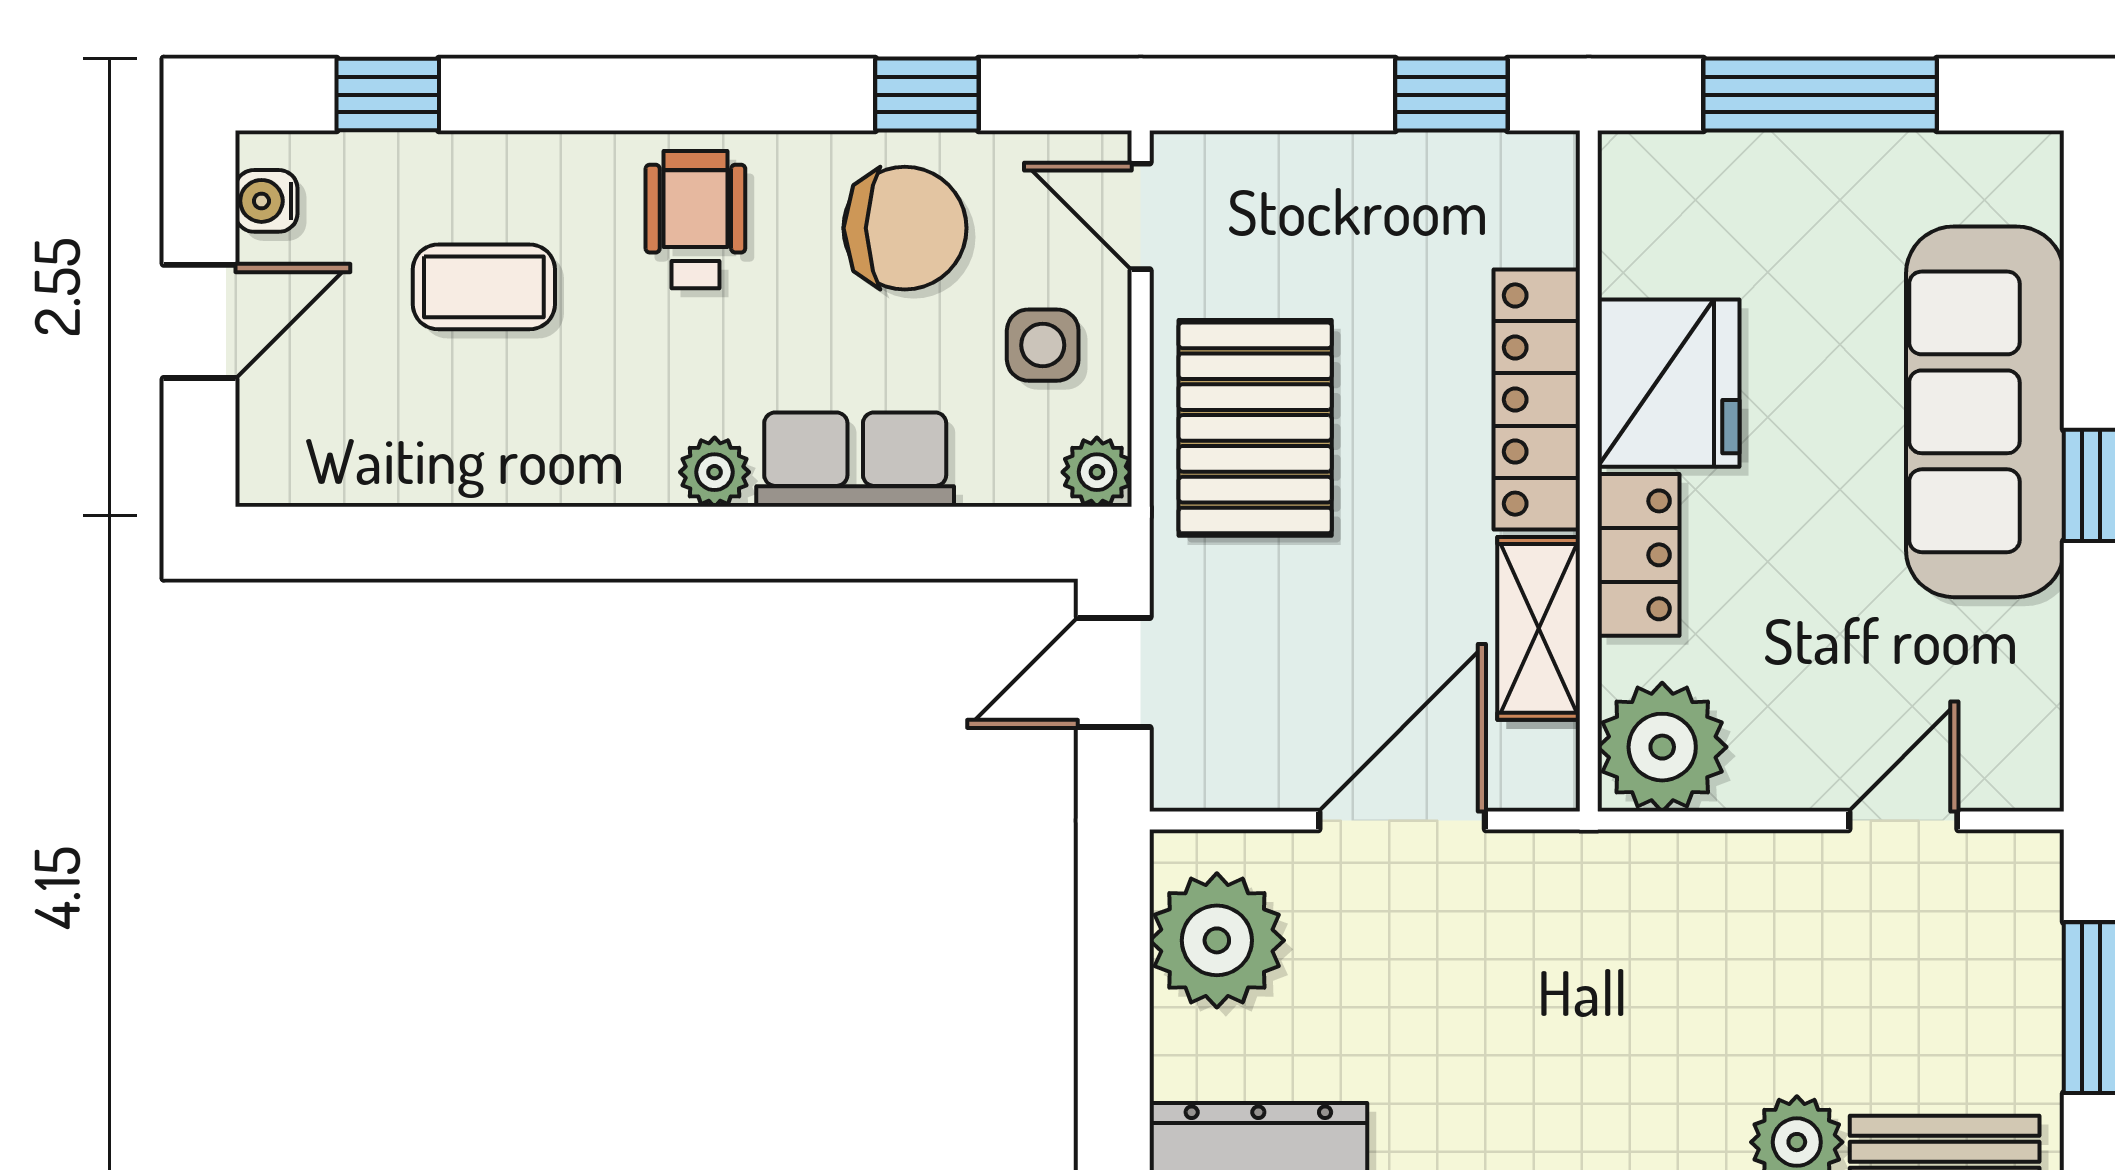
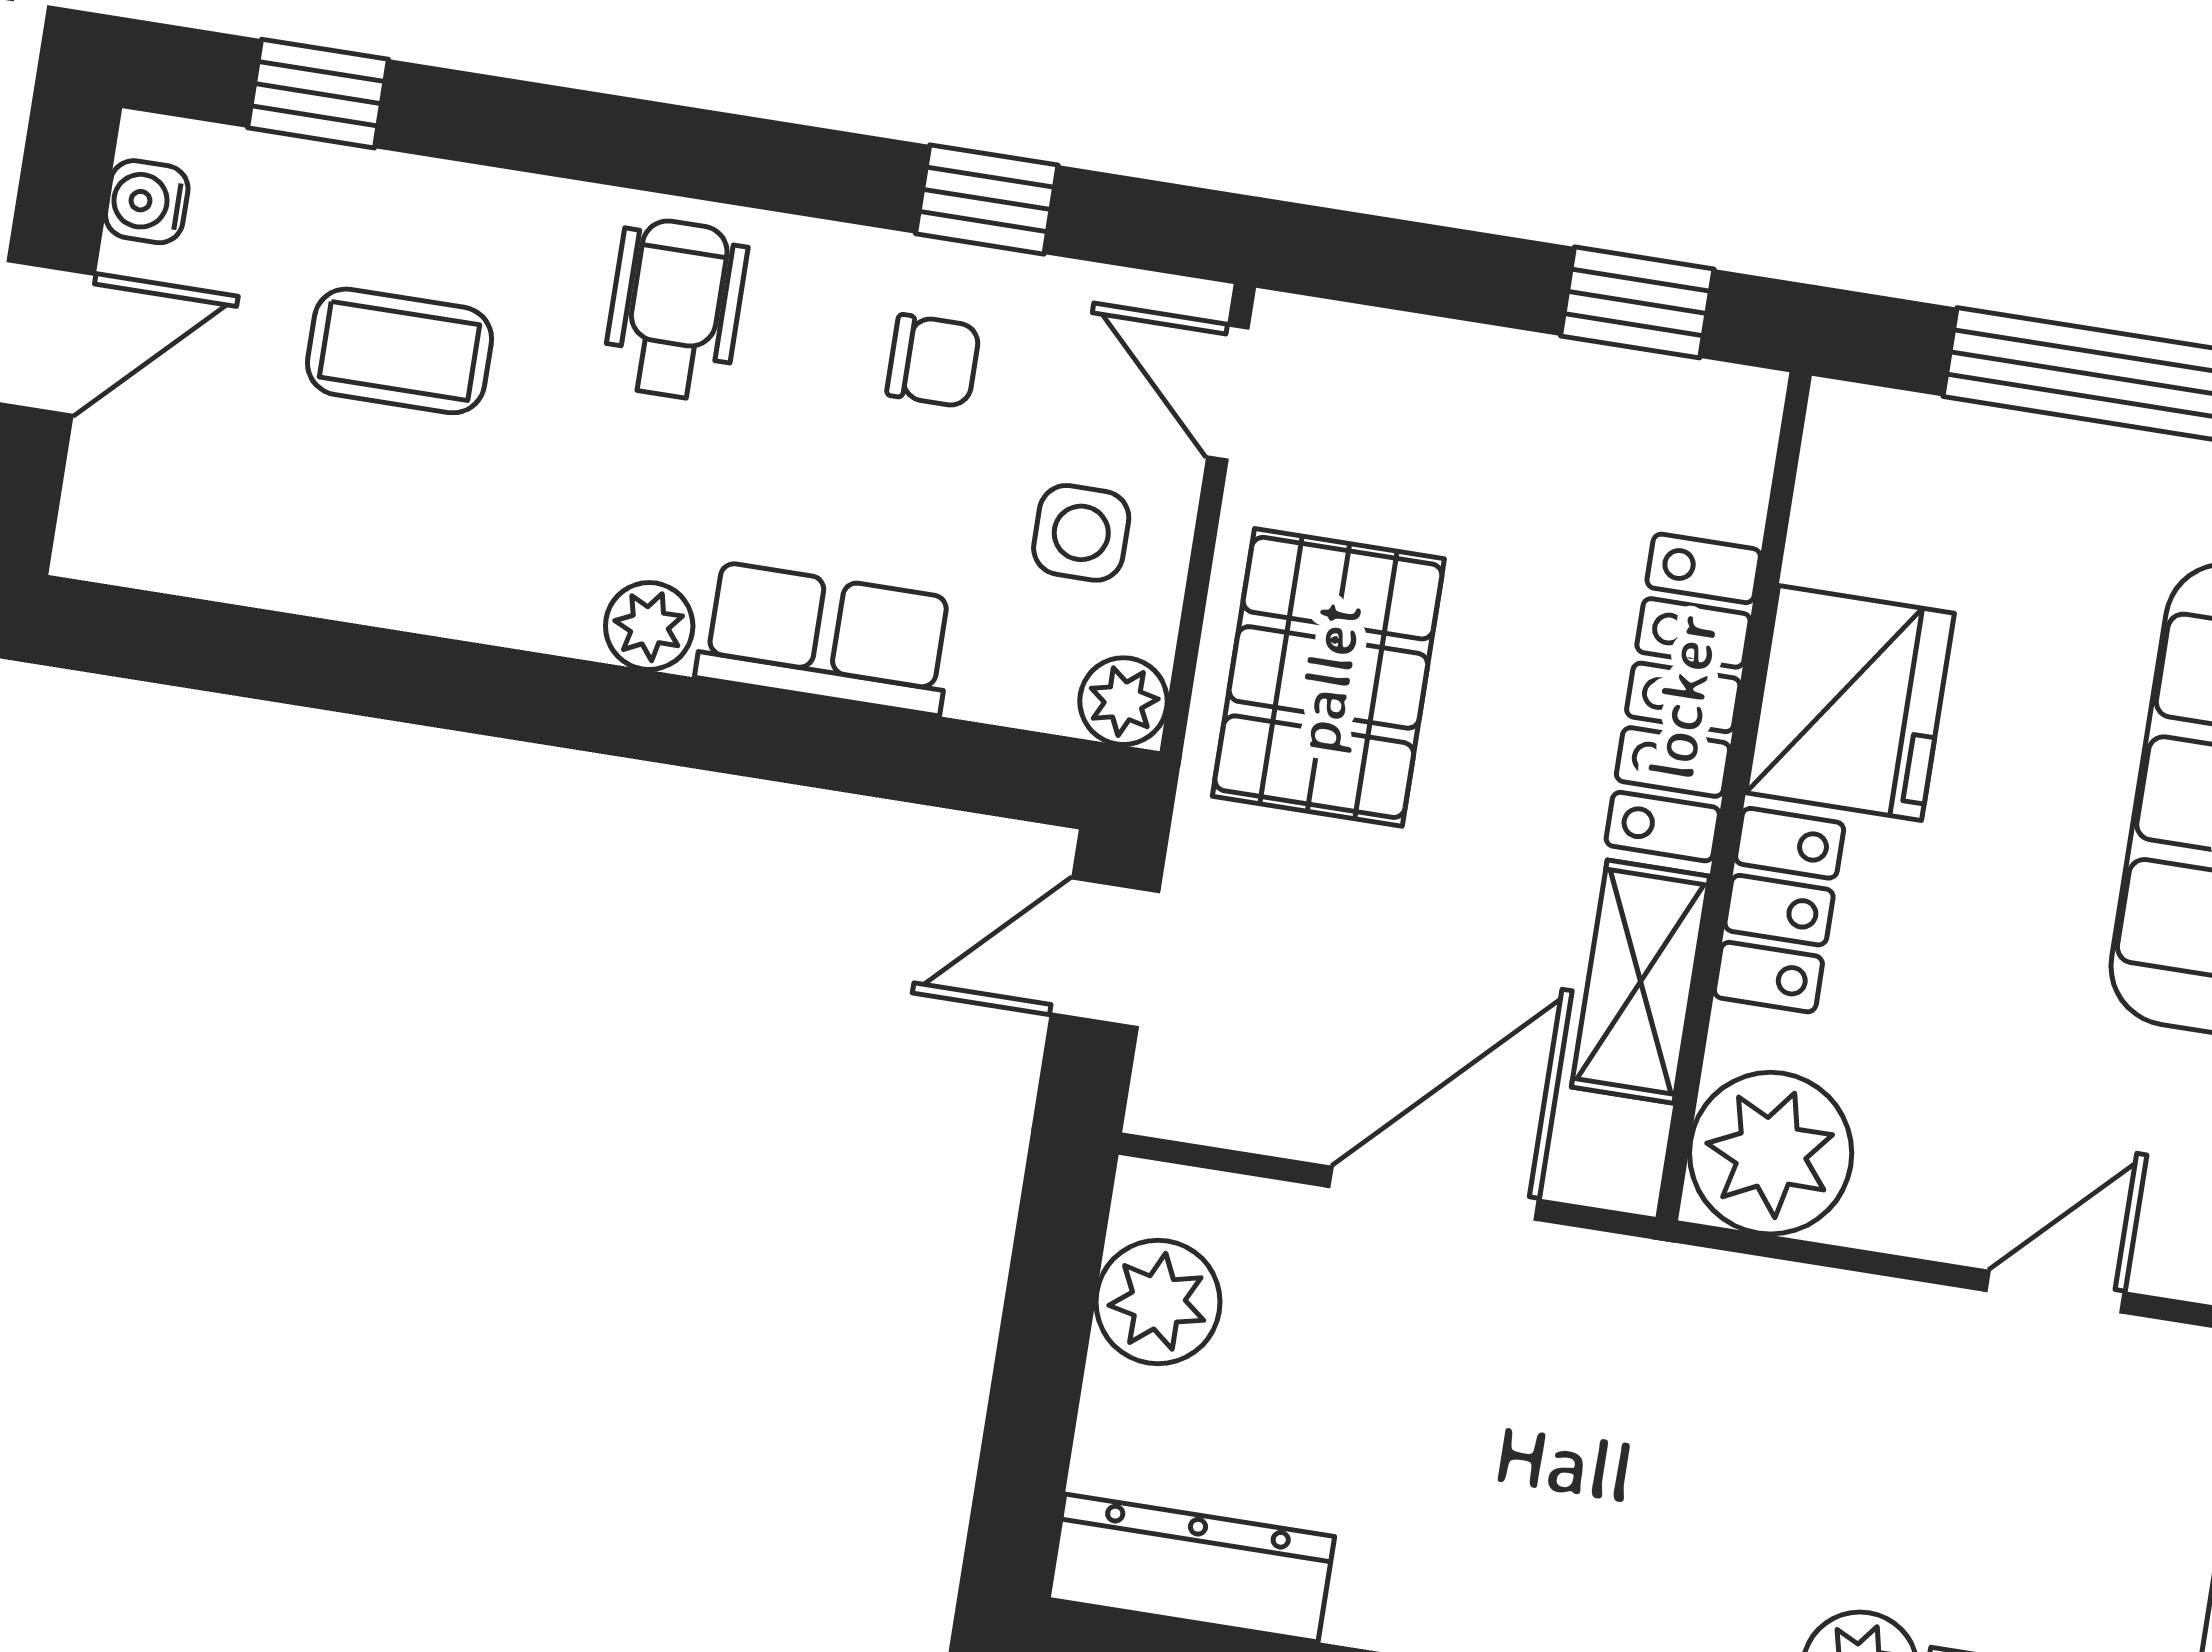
chair: (905, 228) -> (933, 361), width x0.54, depth x0.54
plant: (1217, 940) -> (1158, 1302), width x0.73, depth x0.73

